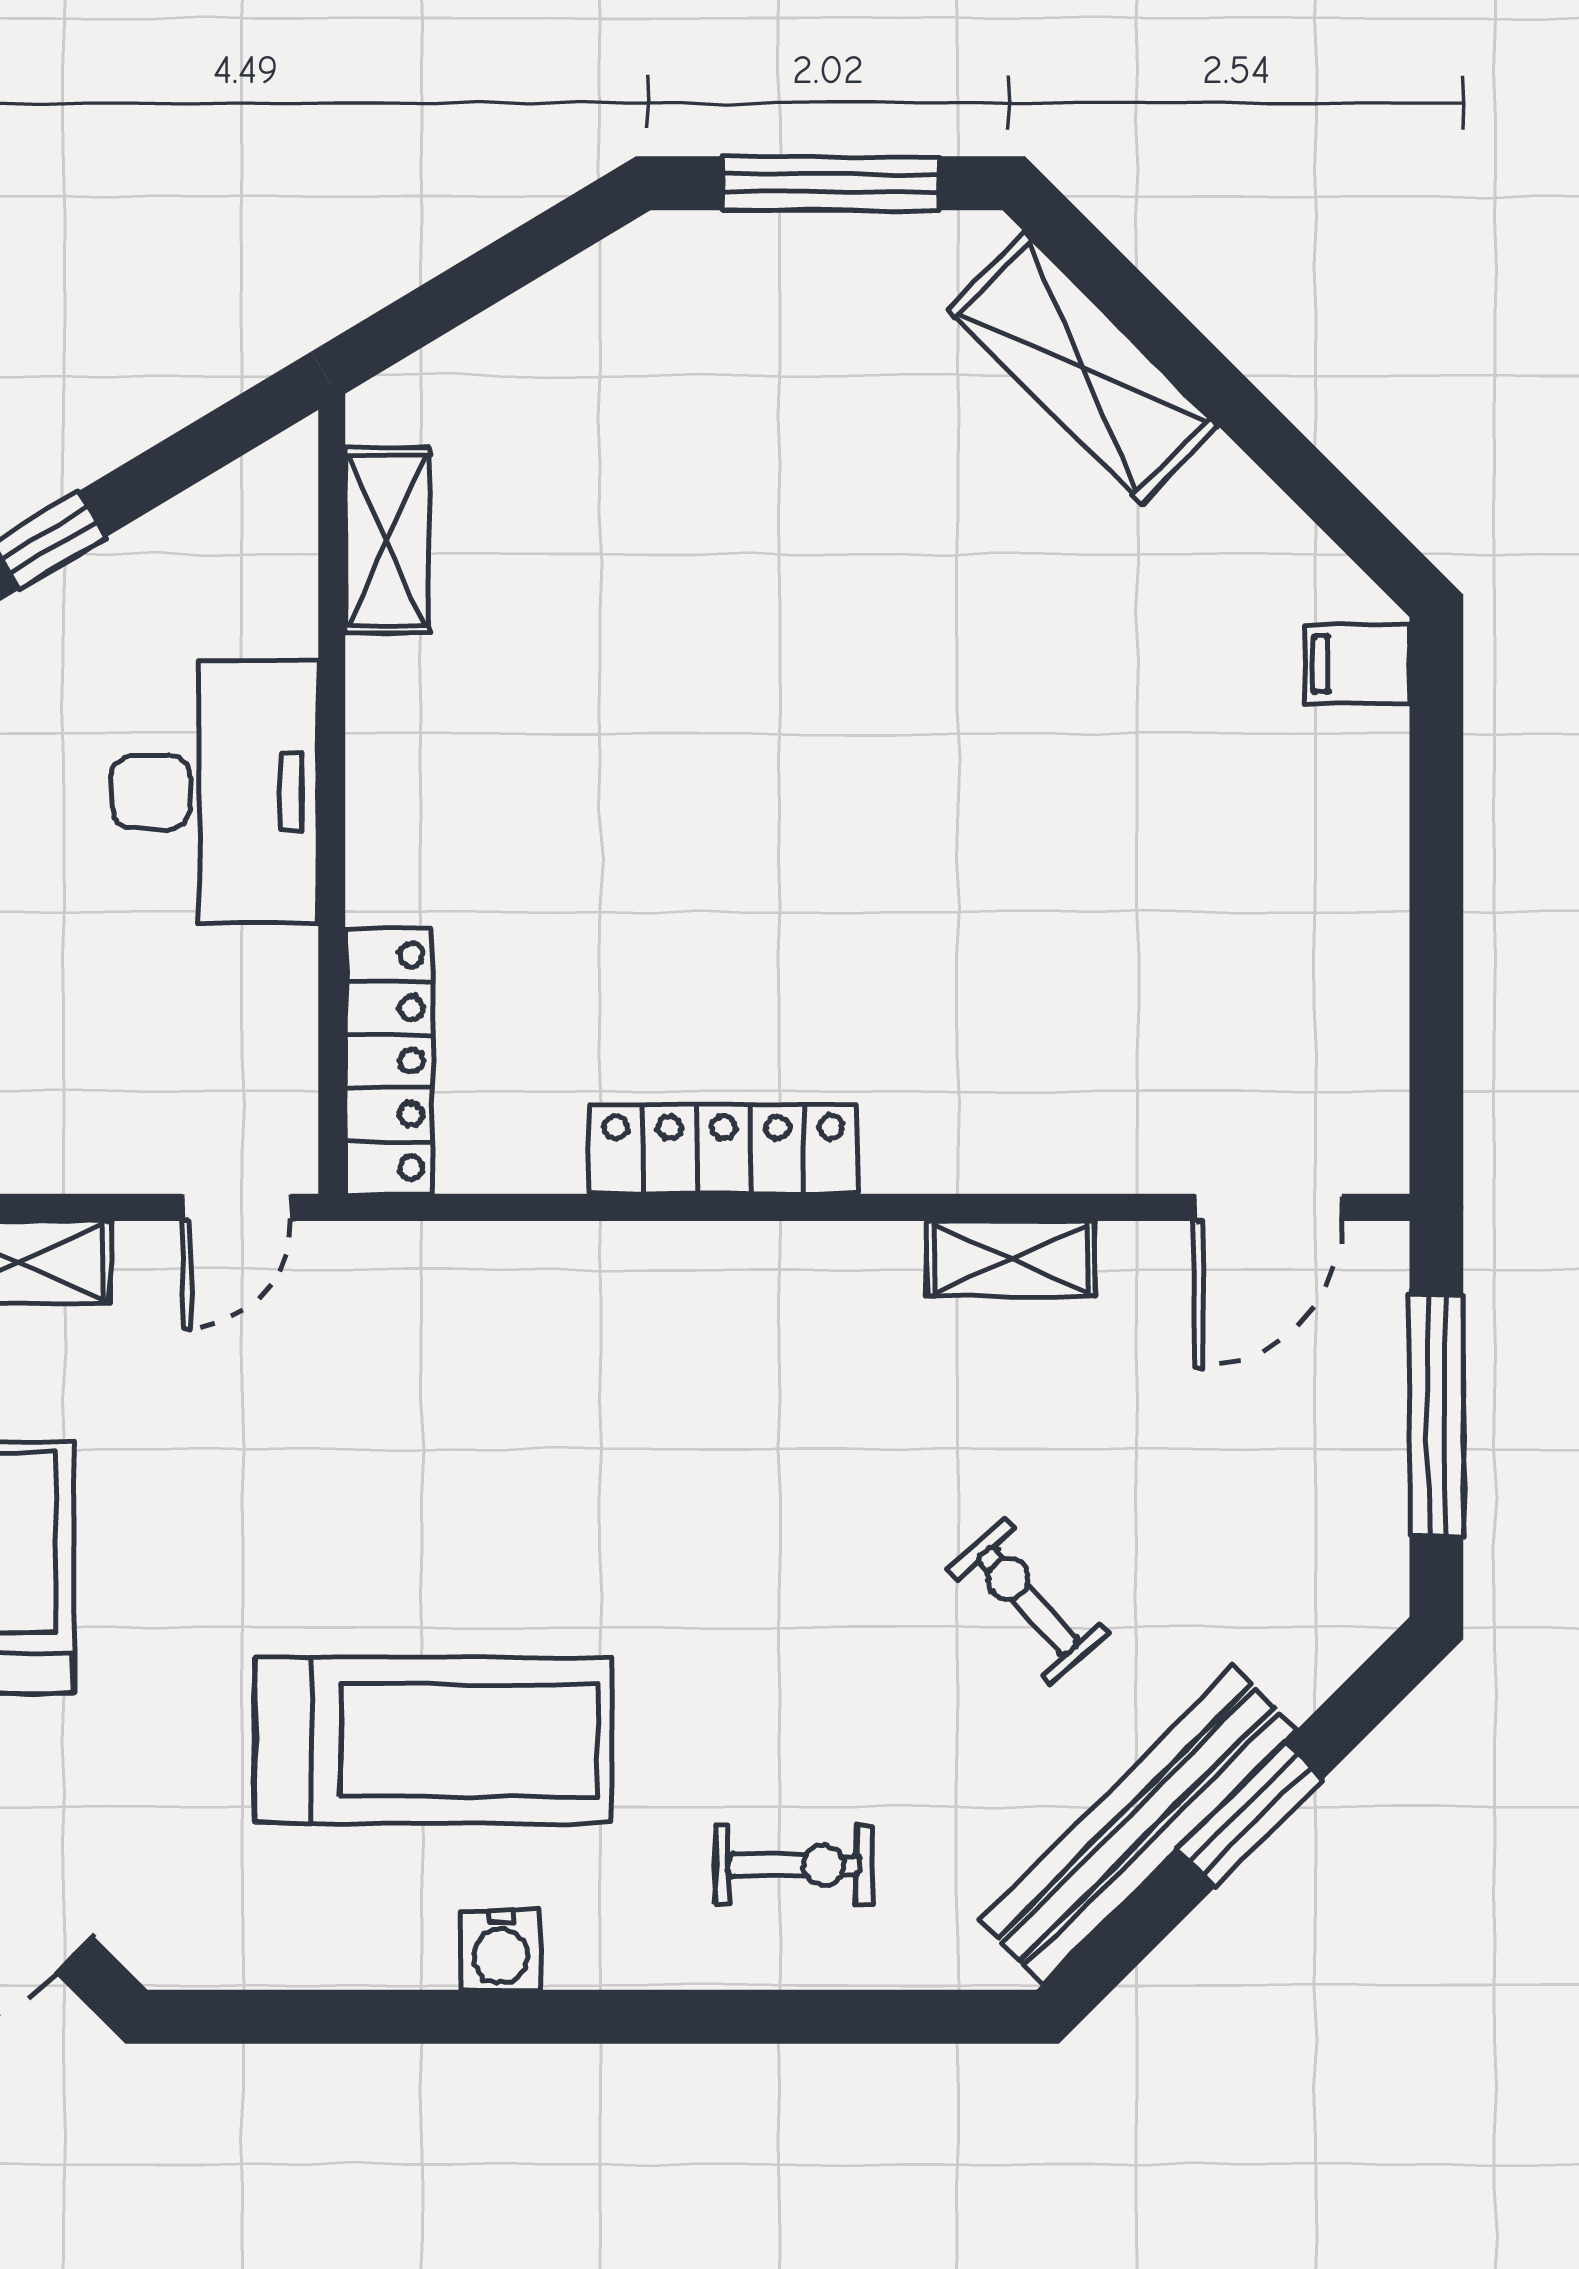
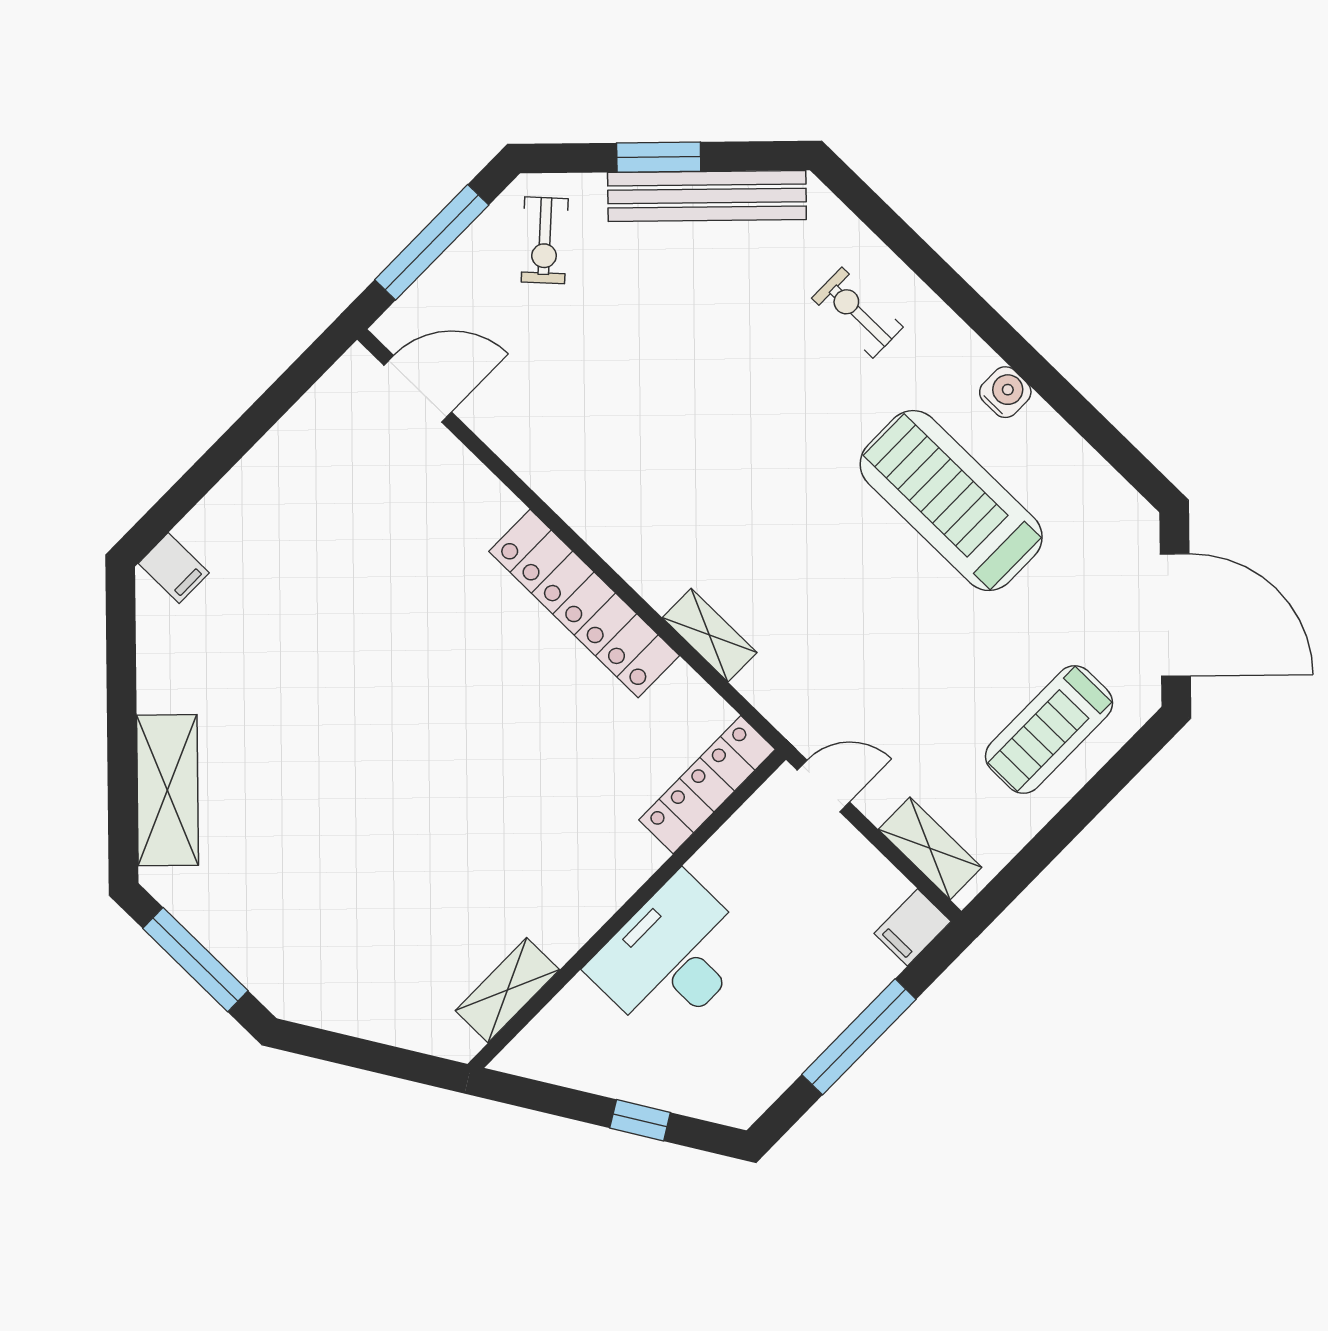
locker: (723, 1149) -> (584, 603), width x1.41, depth x1.21
shelving: (1011, 1258) -> (710, 635), moved
exercise bike: (1028, 1601) -> (545, 240), moved

